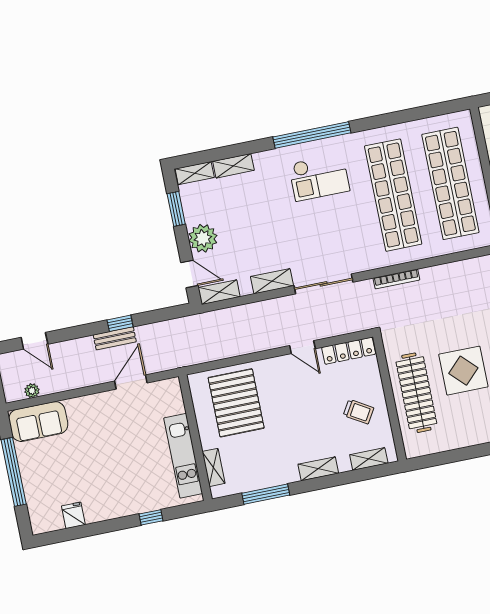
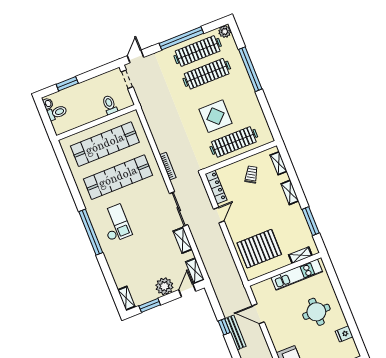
shelving: (233, 166) -> (118, 276), removed
bench: (115, 338) -> (235, 332), width x1.36
round table: (117, 477) -> (316, 312), added
window: (151, 517) -> (337, 287), removed

